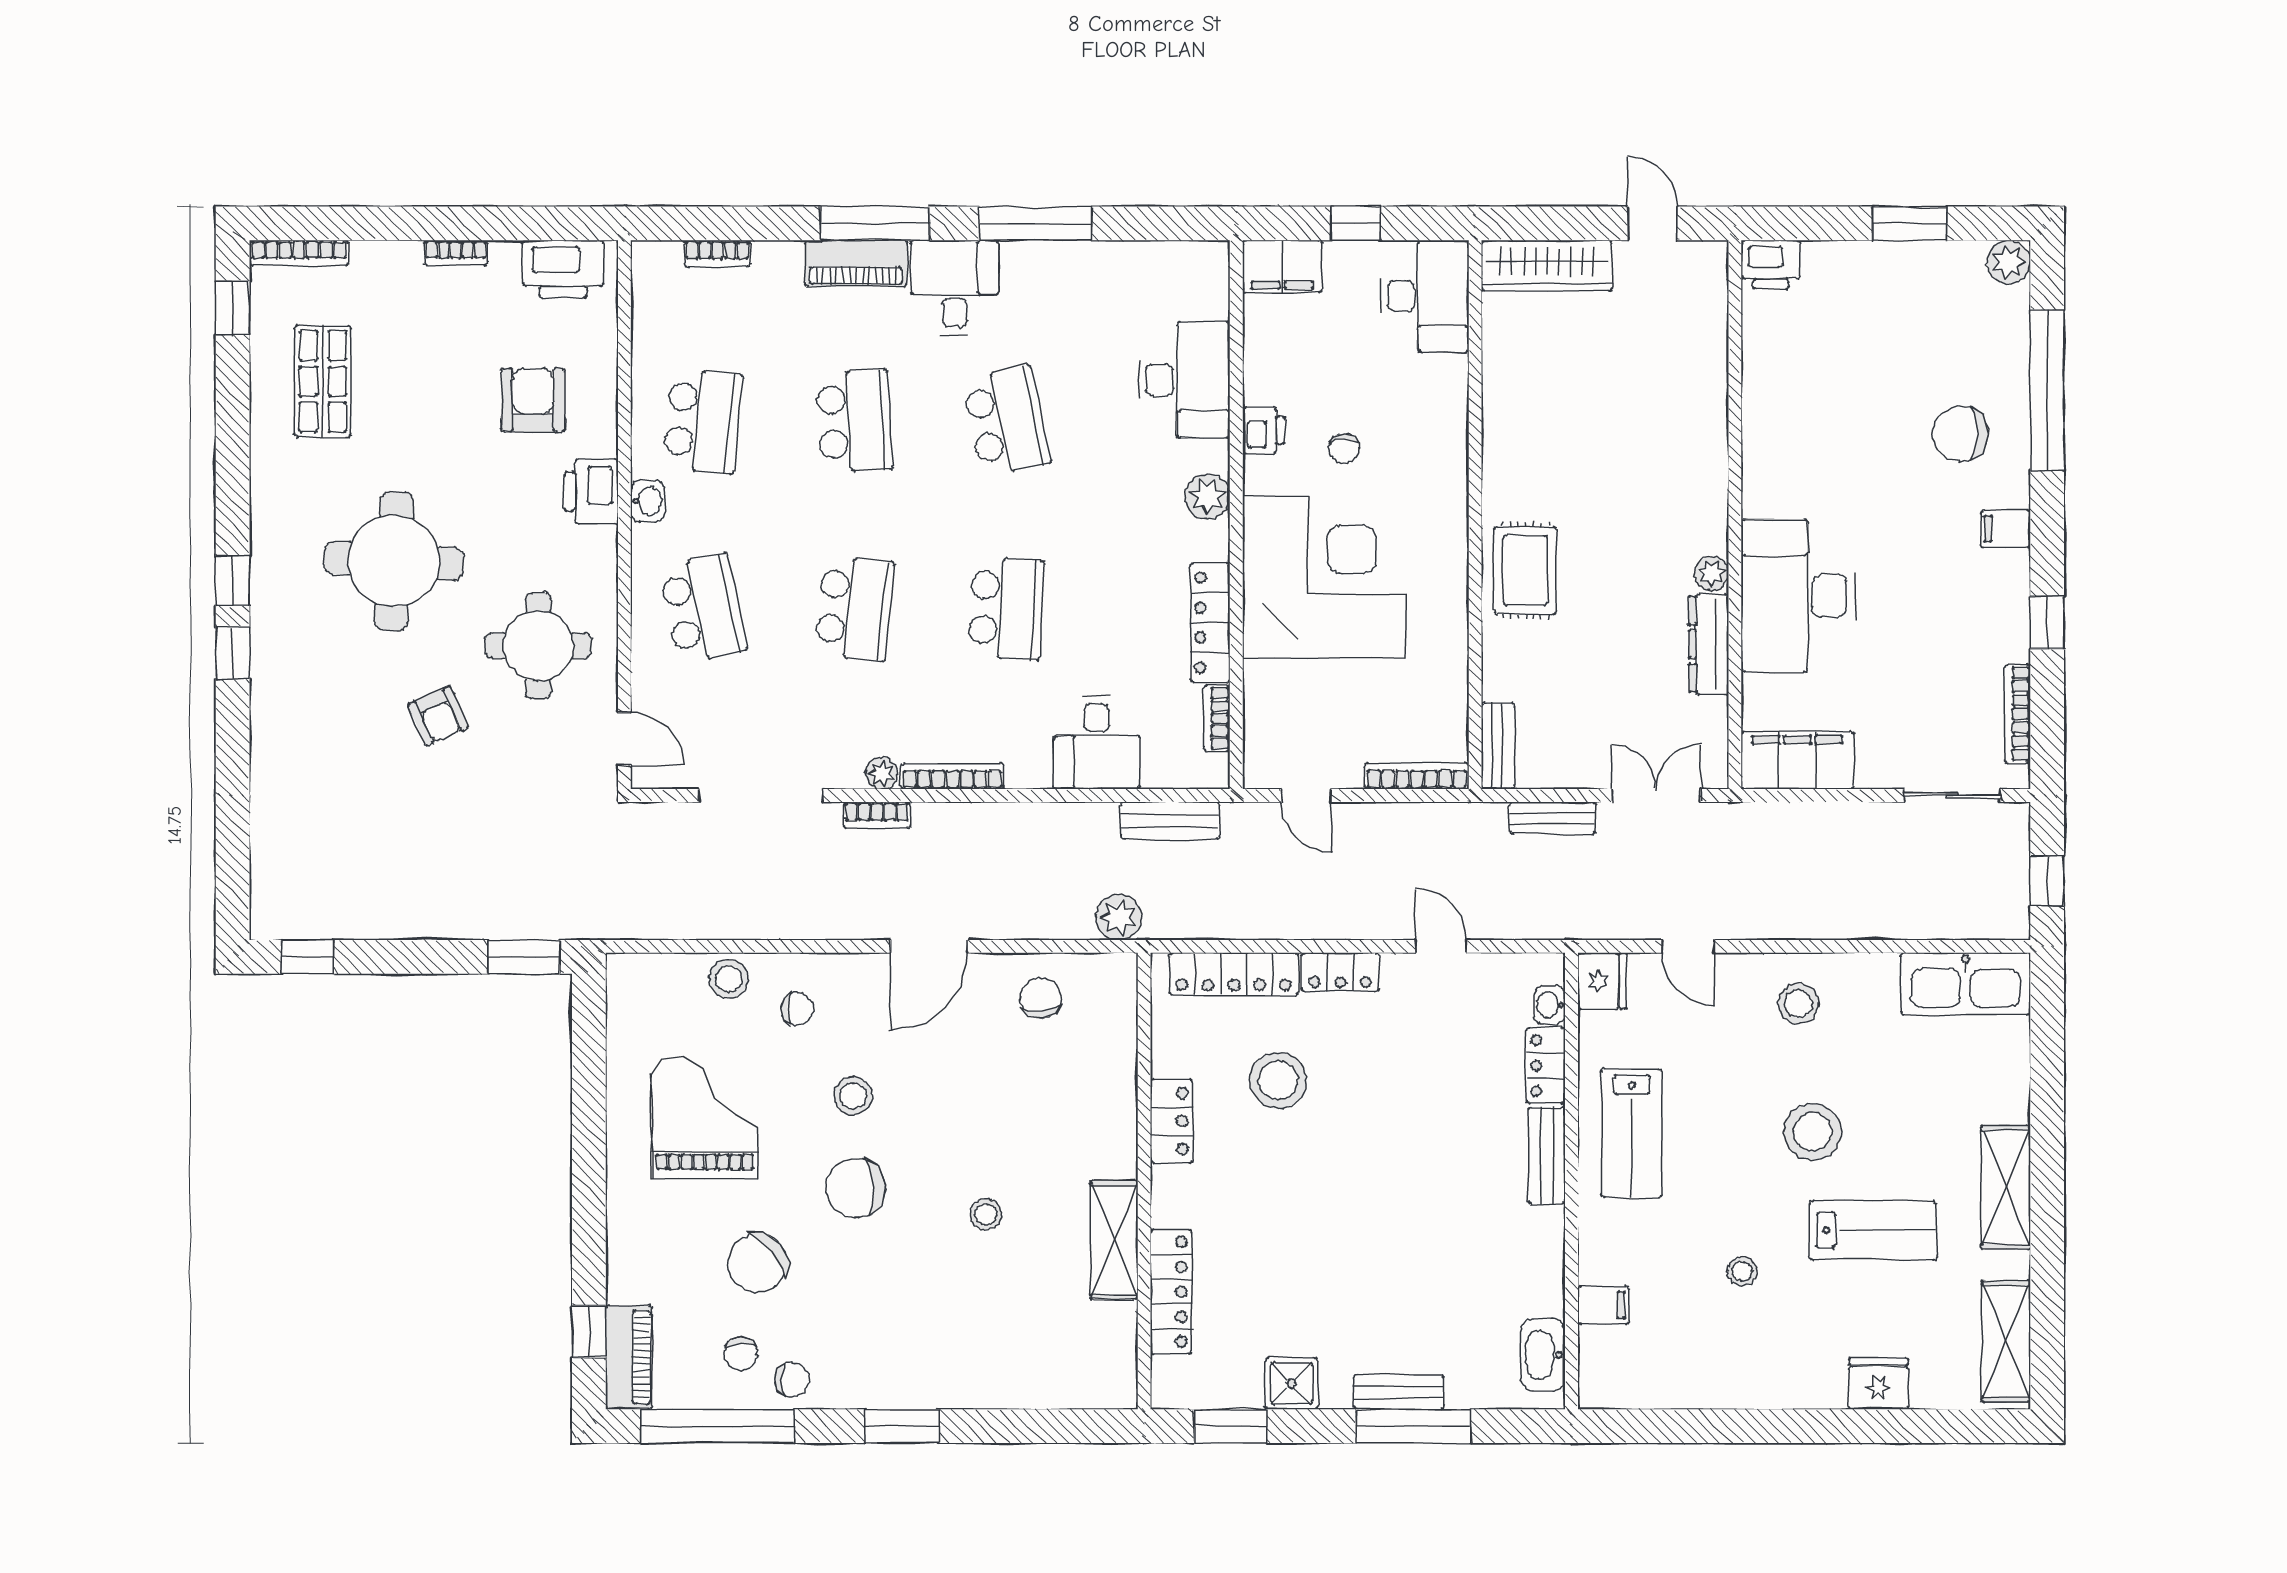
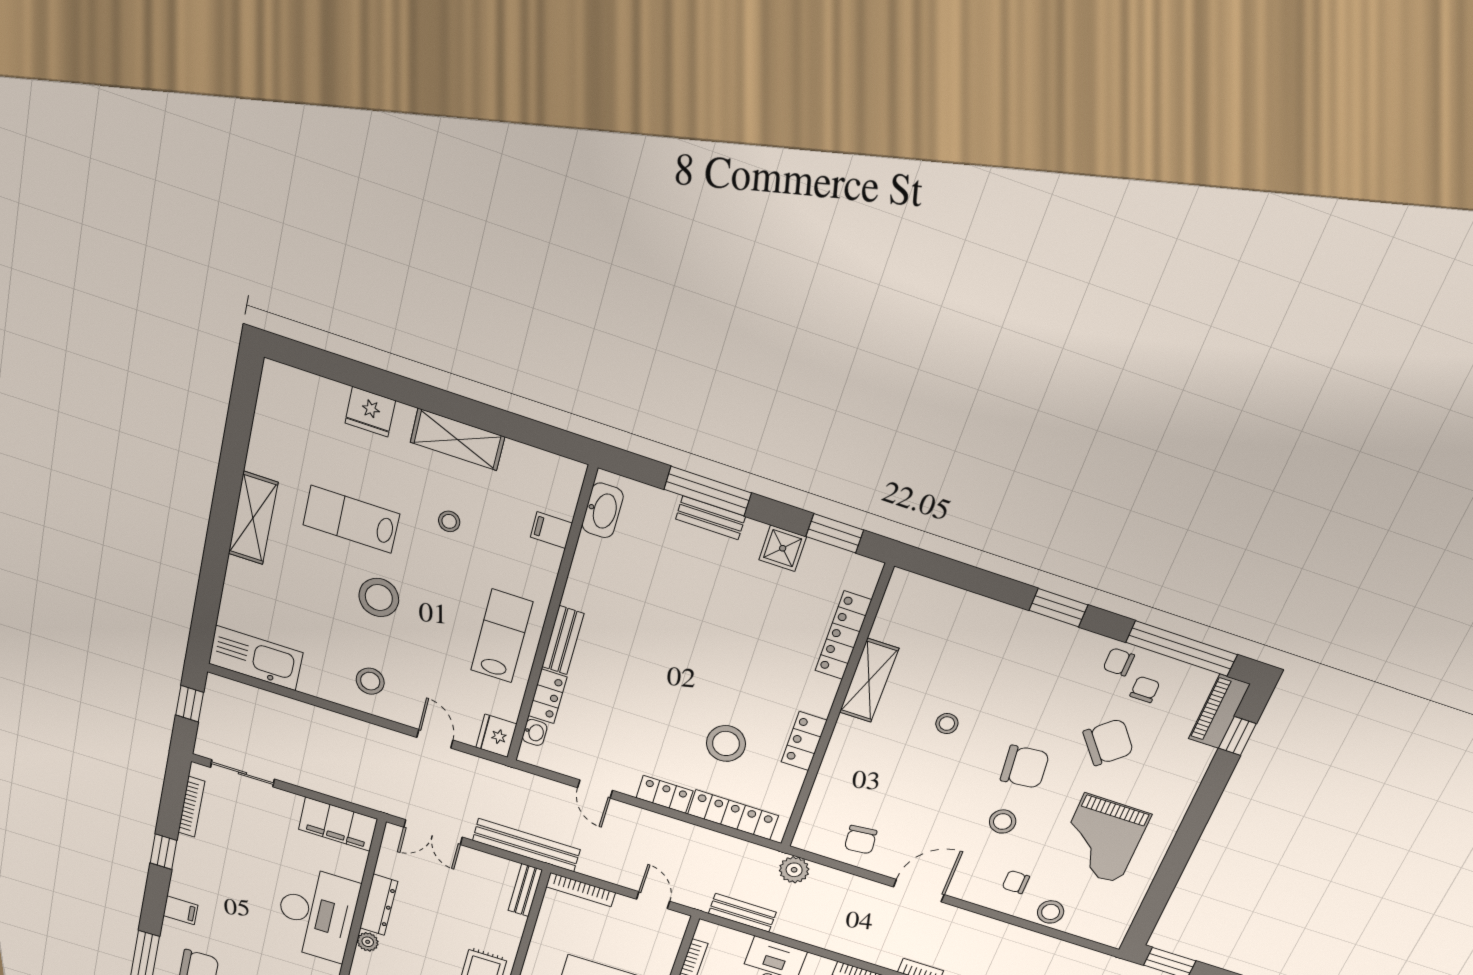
bench: (1552, 818) -> (526, 845), width x1.86, depth x1.21
shelving: (2006, 1341) -> (457, 439), moved, turned 90

